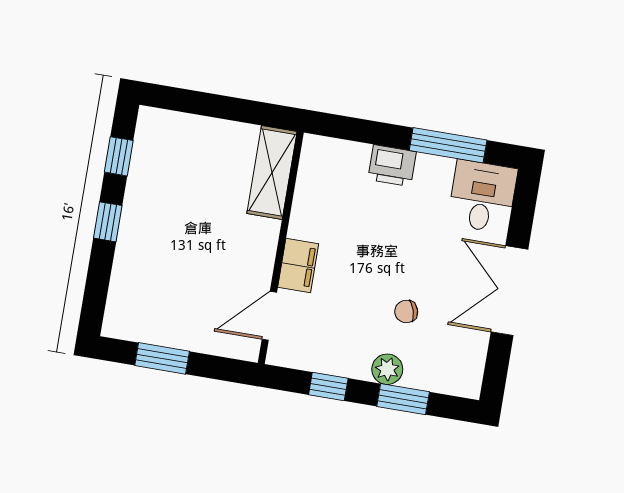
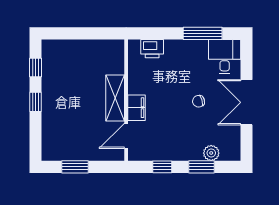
printer: (392, 166) -> (152, 49), moved
shelving: (272, 172) -> (115, 98), moved
chair: (406, 312) -> (199, 101), moved
plant: (387, 369) -> (211, 153), moved

